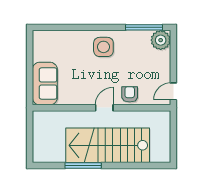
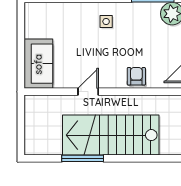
side table: (103, 47) -> (106, 21), width x0.54, depth x0.54
door: (104, 108) -> (88, 92), moved

